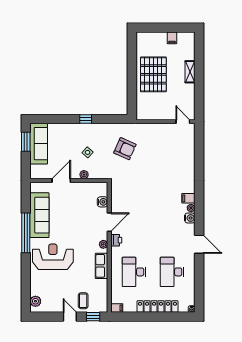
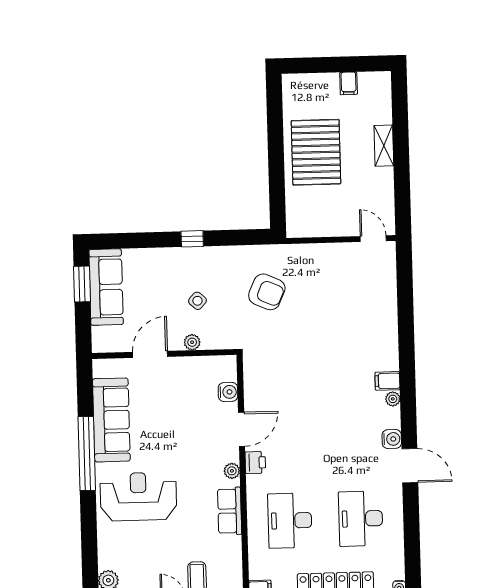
water cooler: (190, 218) -> (392, 439), moved

